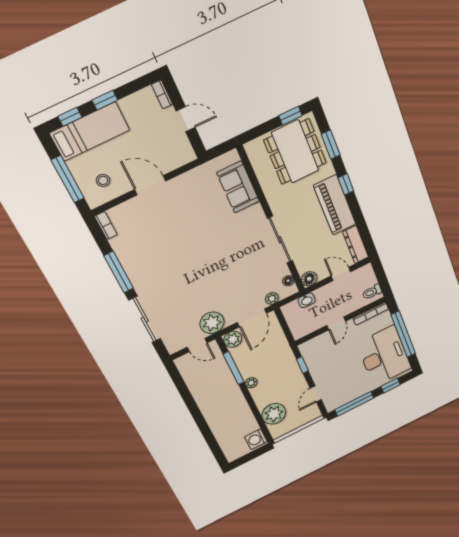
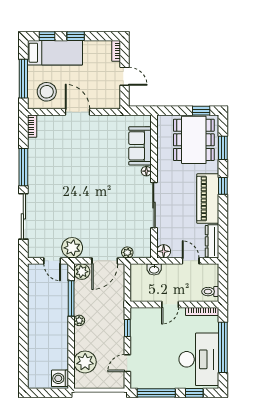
stool: (103, 180) -> (47, 92), width x1.89, depth x1.89
floor lamp: (288, 281) -> (146, 171), moved

